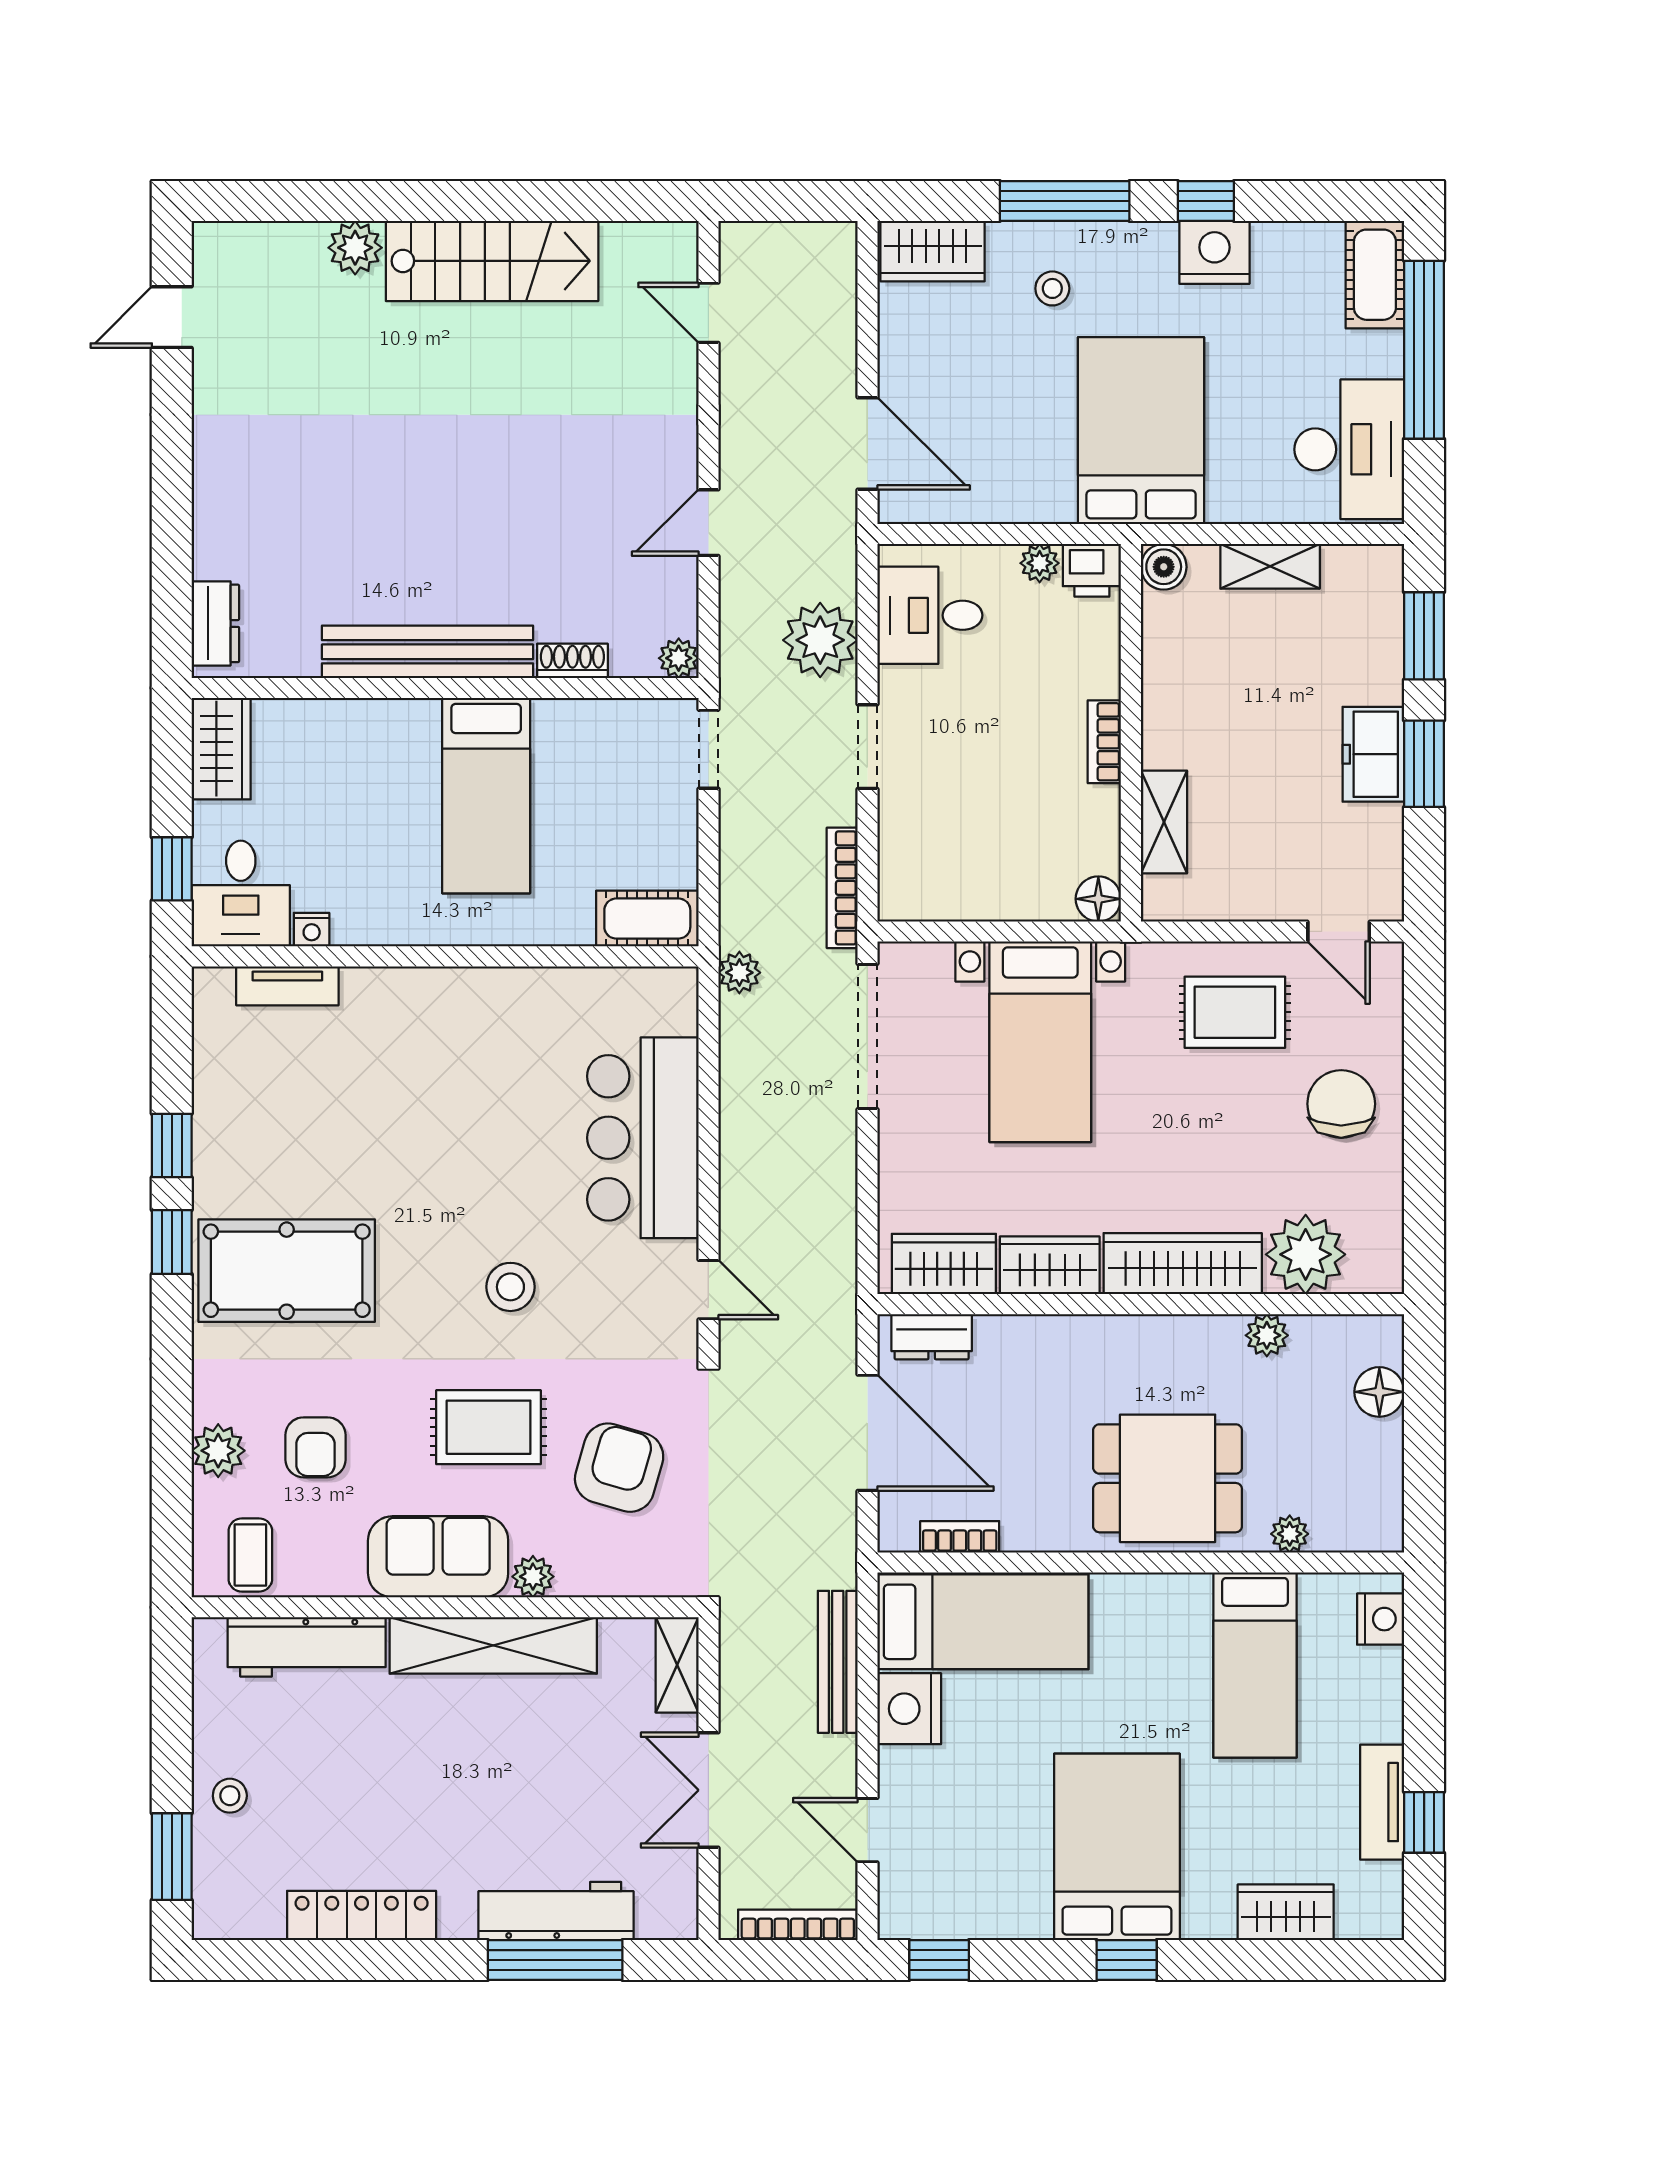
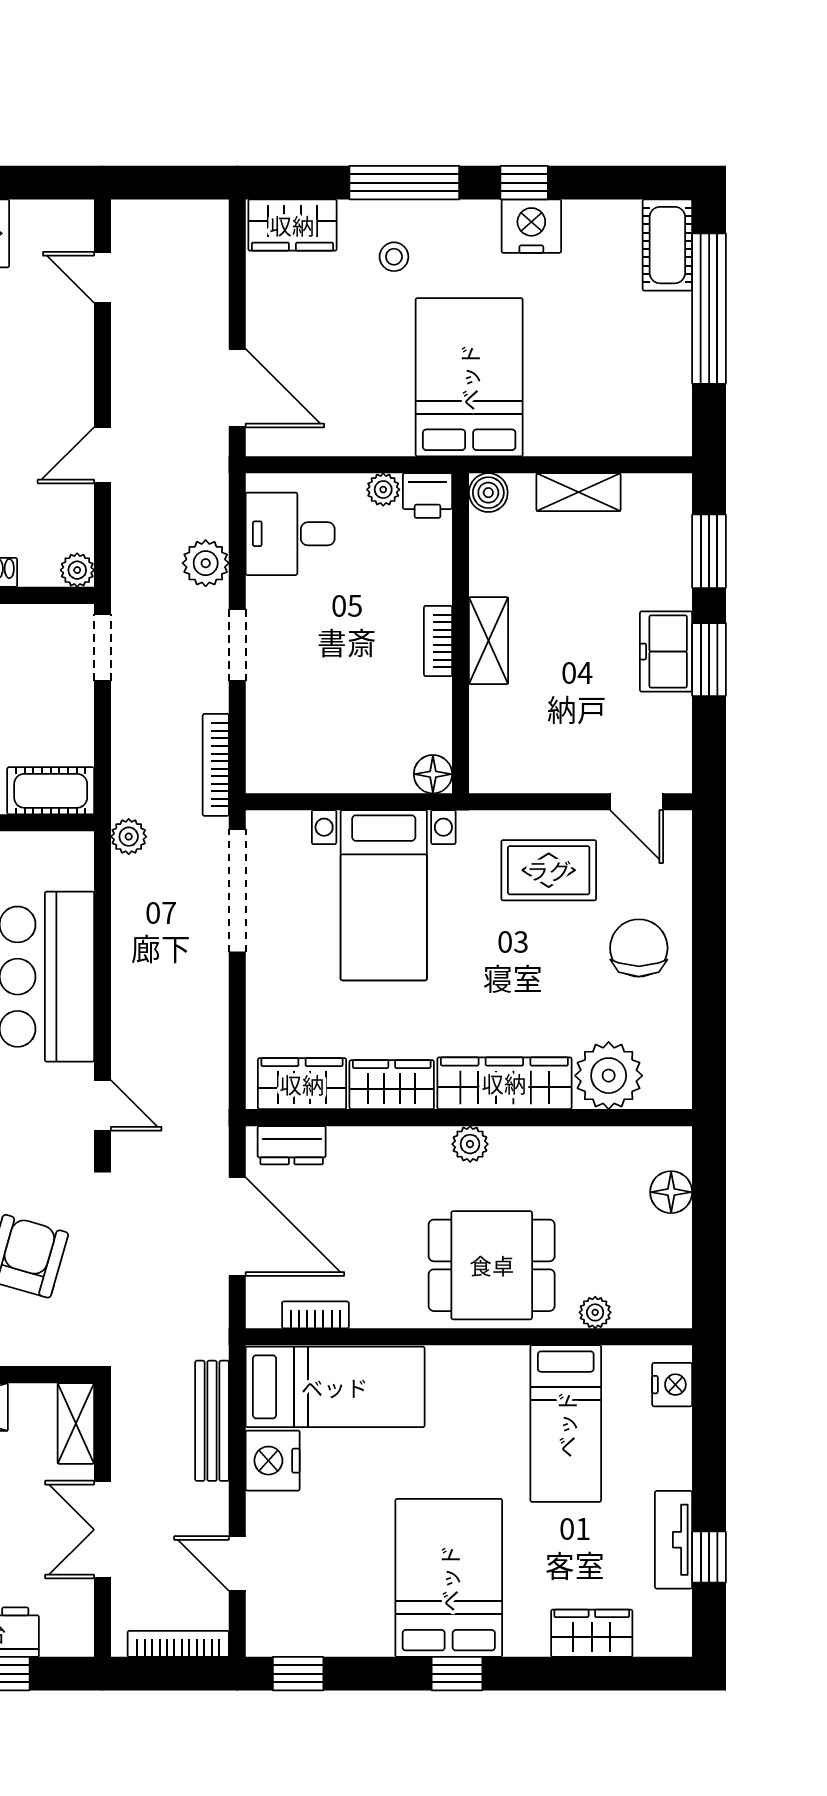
desk: (1349, 449) -> (646, 393), removed
plant: (820, 640) -> (206, 563), width x0.73, depth x0.73
shelving: (1164, 822) -> (489, 641), moved
plant: (1267, 1335) -> (470, 1144), moved

